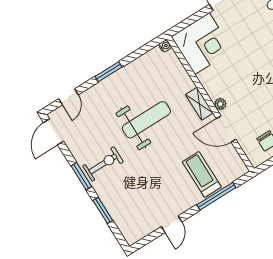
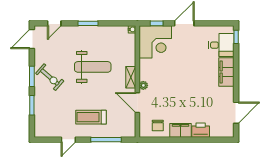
window: (190, 21) -> (157, 23), added
exercise bike: (103, 164) -> (50, 77), turned 41
treadmill: (202, 174) -> (91, 117), moved, turned -90

